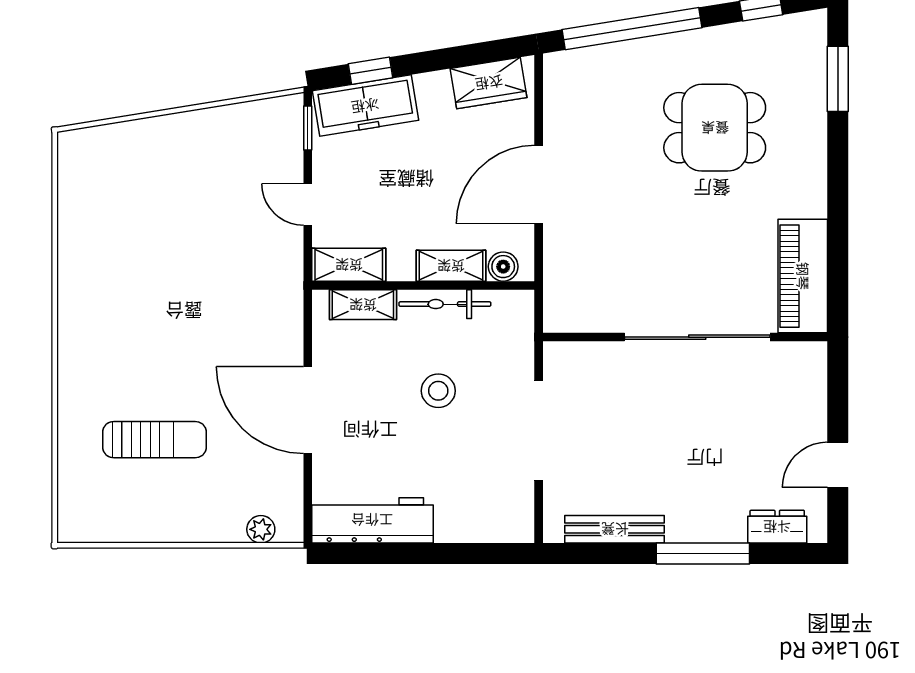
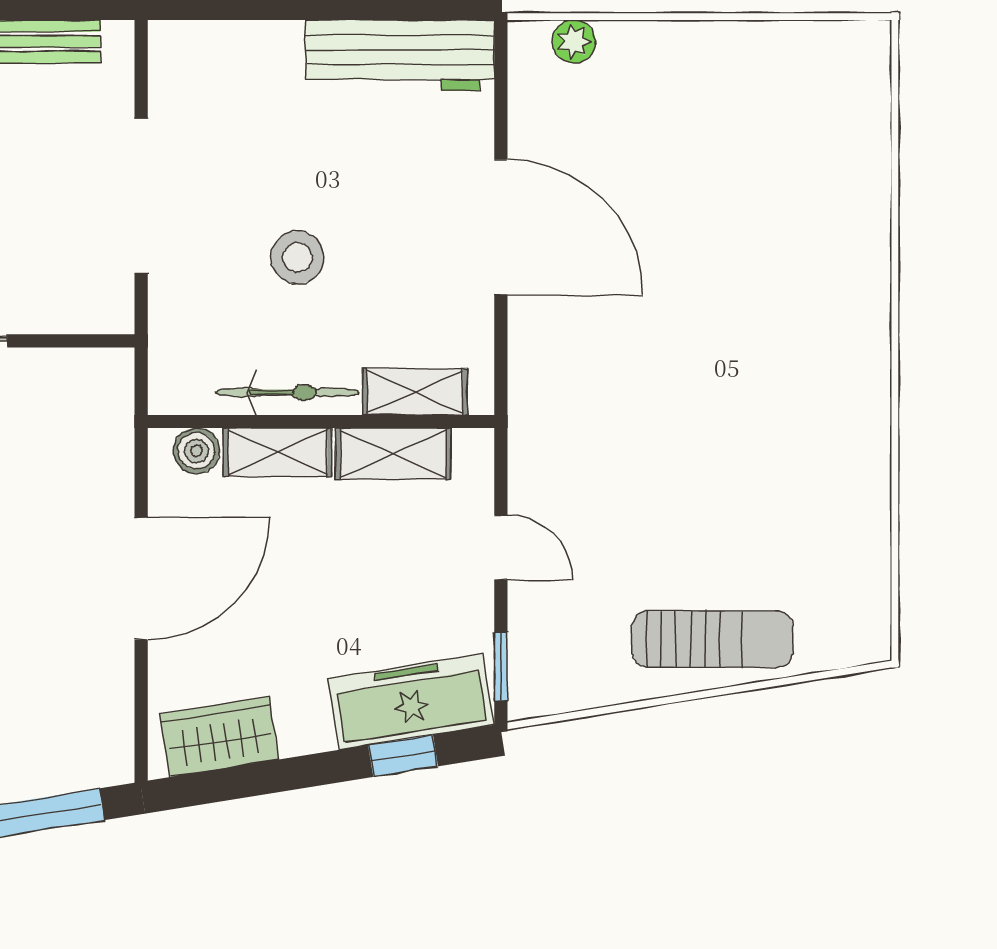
shelving: (349, 265) -> (393, 454), moved
sun lounger: (154, 440) -> (712, 639), moved, turned 180

